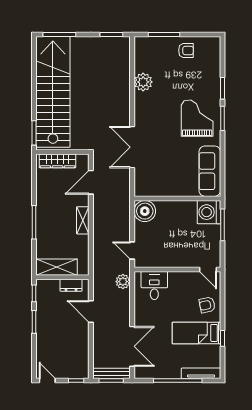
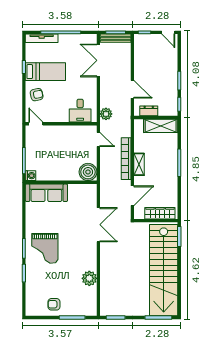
sofa: (210, 171) -> (46, 193), moved, turned 90
washing machine: (209, 212) -> (31, 176), width x0.53, depth x0.53
bookcase: (99, 227) -> (126, 159), added

